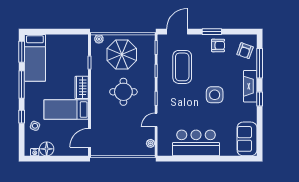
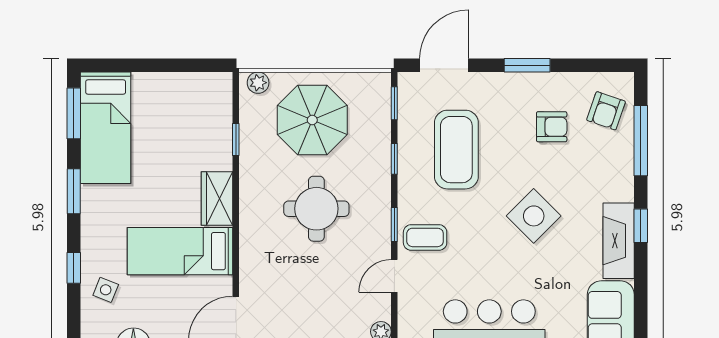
armchair: (218, 45) -> (552, 127), moved
window: (22, 84) -> (74, 191), width x0.69
fireplace: (250, 86) -> (619, 241), moved
side table: (215, 95) -> (534, 216), turned 45
coffee table: (169, 104) -> (425, 237), added

